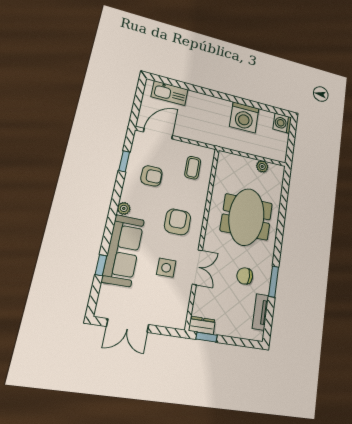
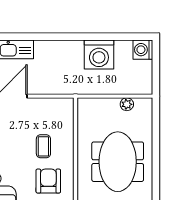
coffee table: (193, 168) -> (43, 146), moved
armchair: (151, 176) -> (14, 141), removed

